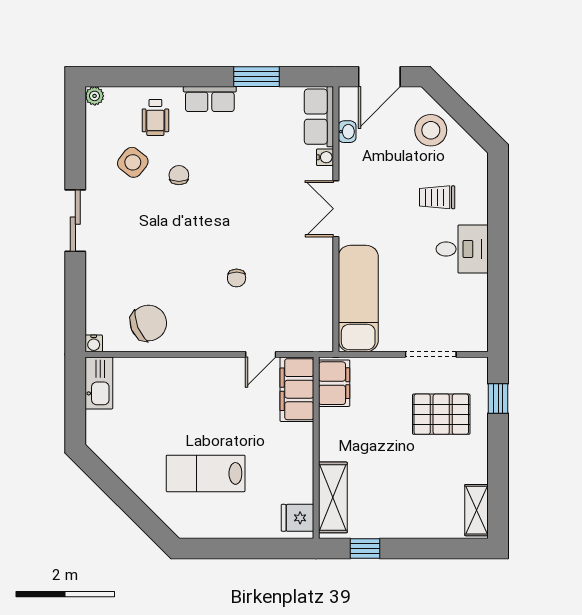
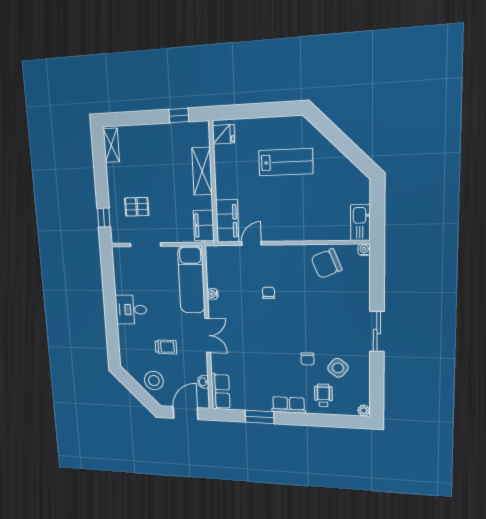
water cooler: (325, 157) -> (213, 294), moved
trolley: (437, 197) -> (166, 347), moved
pallet: (441, 414) -> (137, 207), width x0.67, depth x0.71
shelving: (333, 497) -> (202, 171), moved

